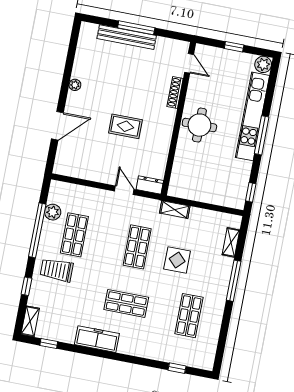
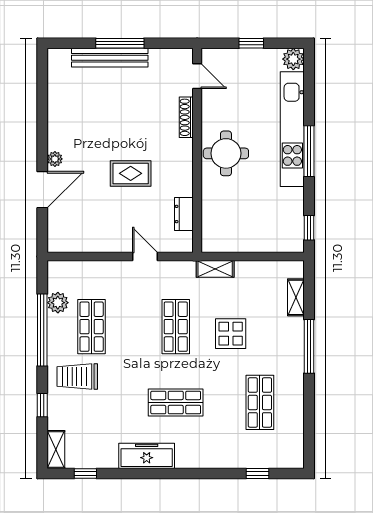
plant: (75, 85) -> (55, 159), moved
dresser: (150, 185) -> (184, 214), moved, turned -90

